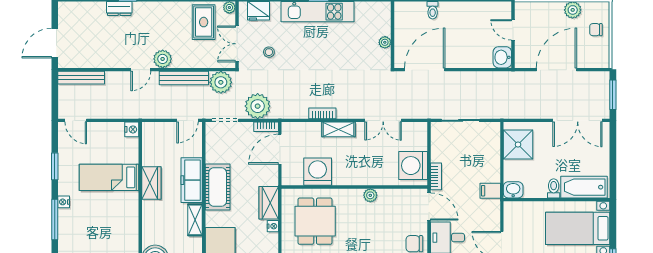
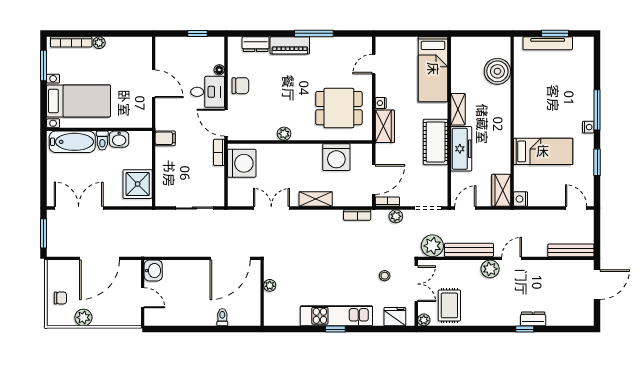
plant: (258, 106) -> (396, 216), width x0.53, depth x0.53
bookcase: (322, 113) -> (357, 215), moved
wardrobe: (151, 183) -> (501, 190), moved
washbasin: (513, 190) -> (119, 139), moved
dining table: (315, 221) -> (339, 108), turned 90

